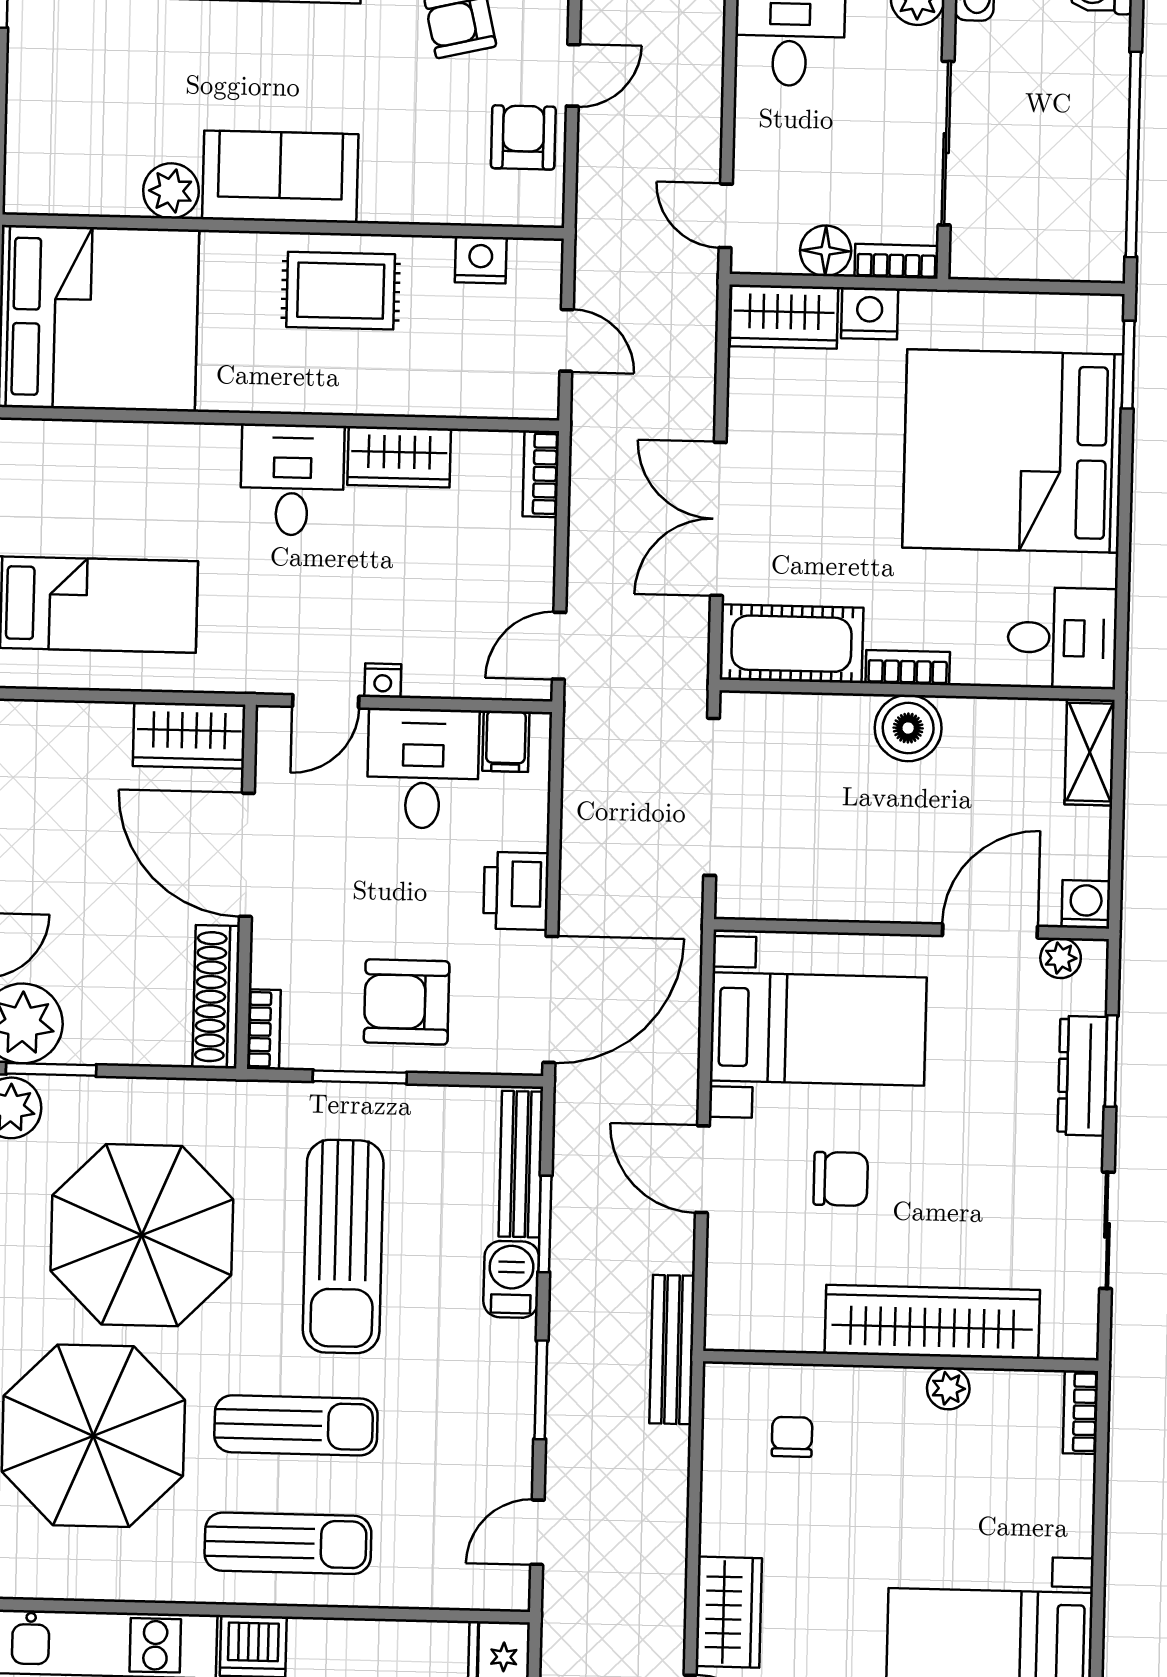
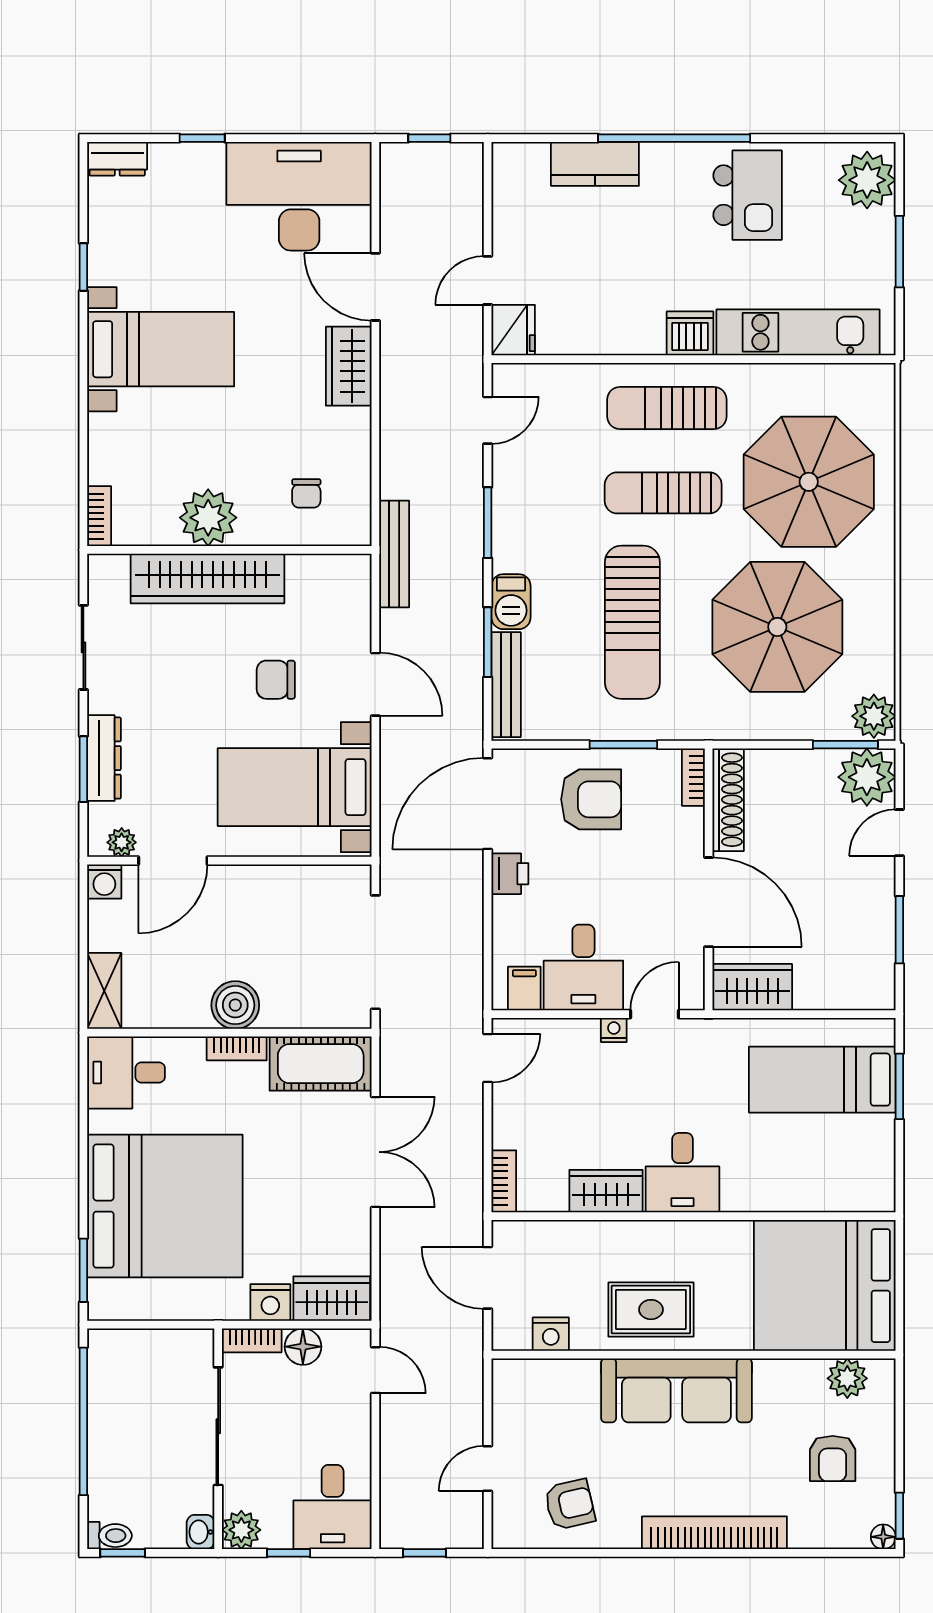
armchair: (523, 137) -> (833, 1458), moved
sofa: (280, 177) -> (676, 1390), width x1.36
plant: (171, 191) -> (847, 1378), moved
door: (567, 340) -> (488, 1278), width x1.38
printer: (516, 891) -> (510, 874), width x0.73, depth x0.81
sun lounger: (343, 1247) -> (632, 622), turned 180
plant: (948, 1388) -> (208, 518), width x1.88, depth x1.88

